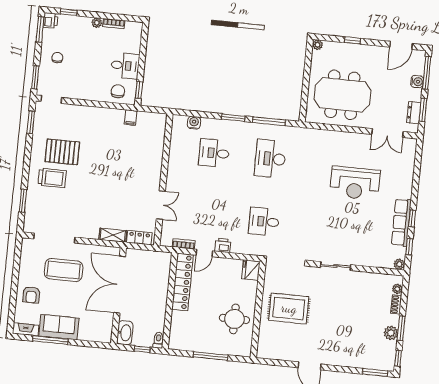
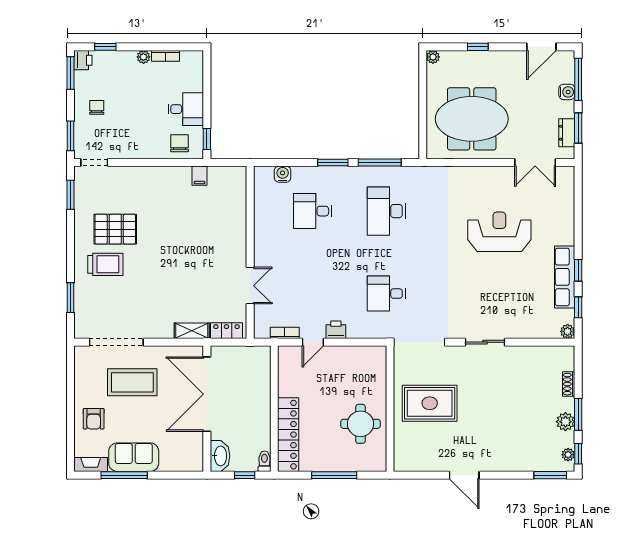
reception desk: (355, 183) -> (499, 232), turned 180
fridge: (251, 270) -> (376, 358), removed
locker: (182, 282) -> (288, 435), moved
plant: (397, 289) -> (568, 455), moved

